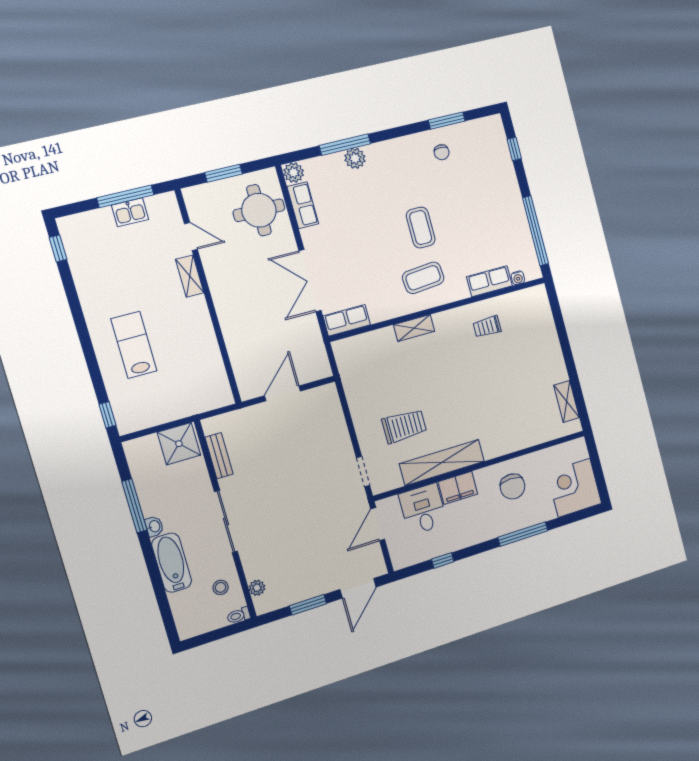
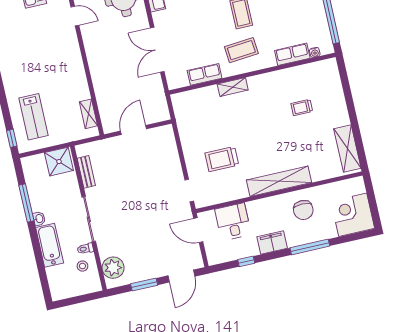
shelving: (190, 276) -> (88, 114), moved
row of seats: (347, 320) -> (205, 74), moved
trolley: (487, 327) -> (302, 107), moved
lab bench: (134, 345) -> (34, 117), moved, turned 180
shelving: (567, 401) -> (347, 148), width x1.50, depth x1.33
trolley: (404, 426) -> (222, 159), turned 180
shelving: (442, 462) -> (279, 181), moved
filing cabinet: (458, 488) -> (272, 243), moved, turned 180
door: (378, 524) -> (198, 230), hinge flipped
plant: (257, 588) -> (113, 268), width x1.87, depth x1.87
toilet: (239, 615) -> (85, 249), moved

